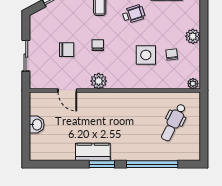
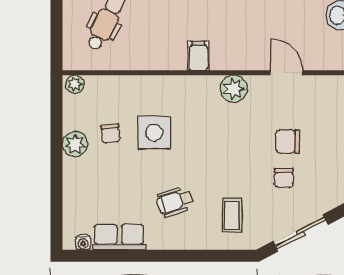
plant: (193, 36) -> (75, 144), moved
chair: (98, 45) -> (284, 178), moved
filing cabinet: (120, 100) -> (198, 56), added

